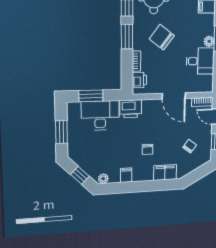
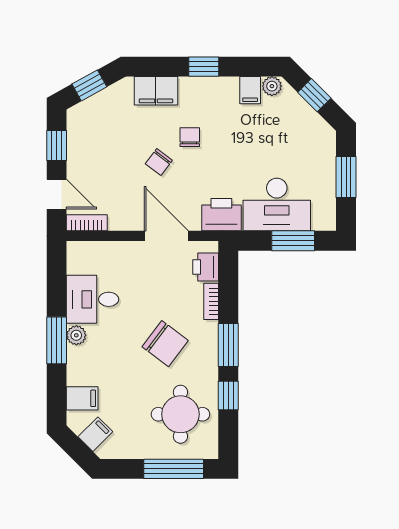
door: (174, 96) -> (166, 236), moved
chair: (190, 146) -> (159, 162), moved
window: (199, 173) -> (89, 85), added
filing cabinet: (126, 175) -> (250, 90), moved
window: (140, 186) -> (204, 67), added

